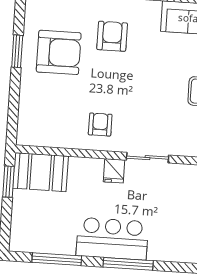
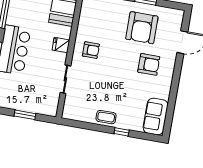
fridge: (114, 171) -> (61, 45), moved

